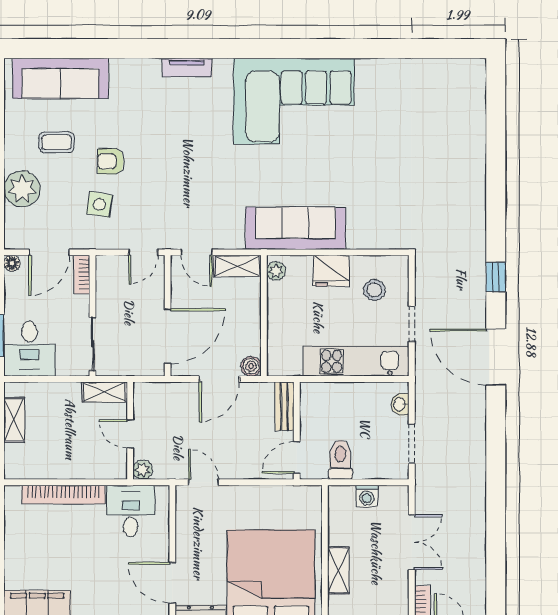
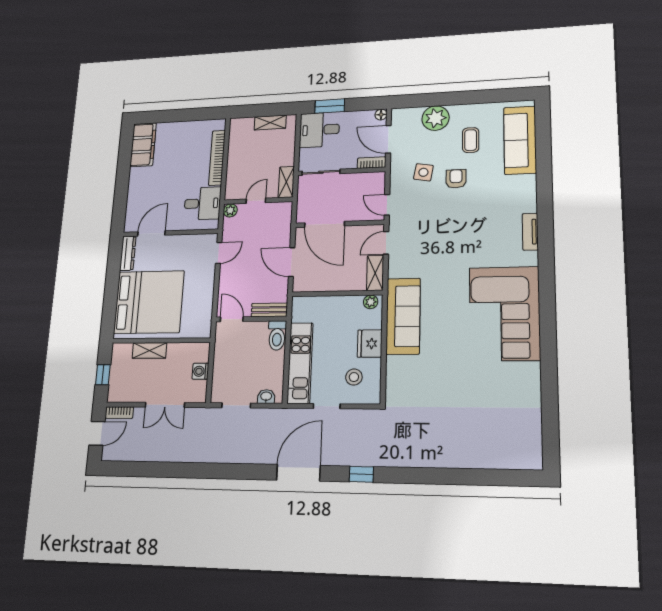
boiler: (251, 366) -> (300, 285), removed
toilet: (340, 460) -> (277, 335), moved, turned 90

